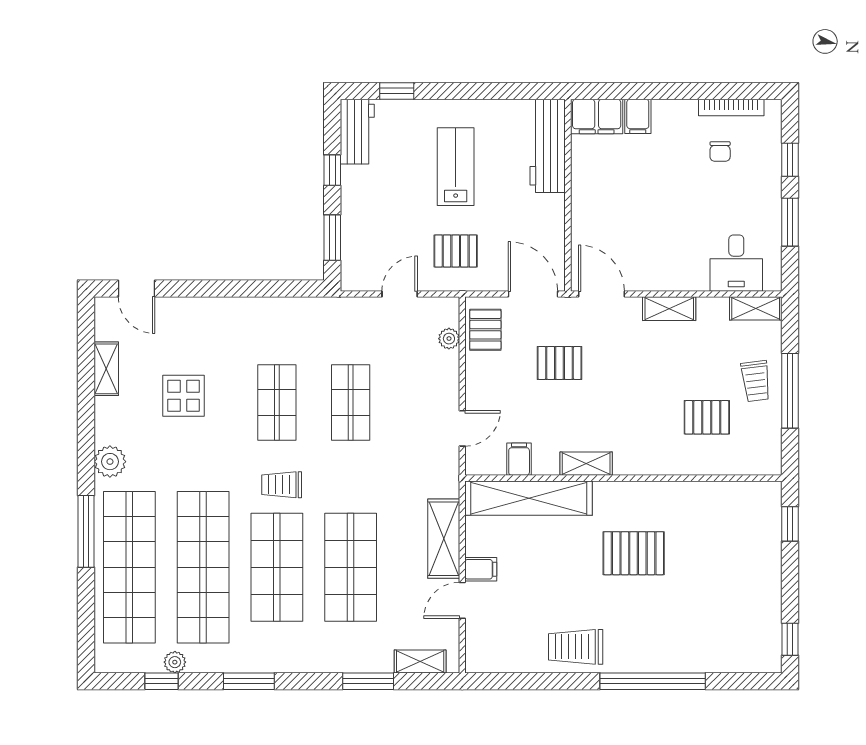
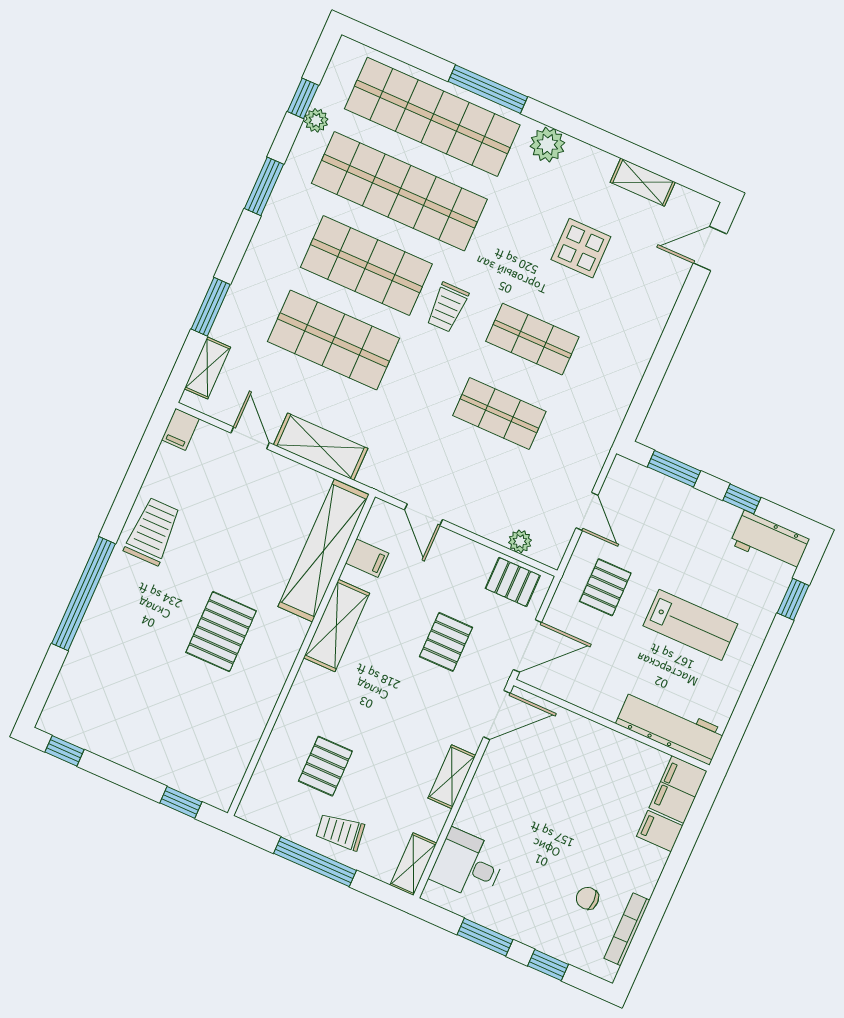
shelving: (586, 464) -> (337, 625), width x1.50, depth x1.33
trolley: (282, 485) -> (447, 307), turned 180
filing cabinet: (481, 569) -> (180, 429), moved

